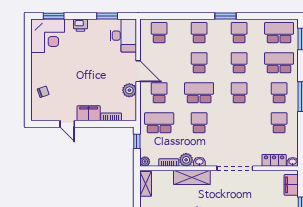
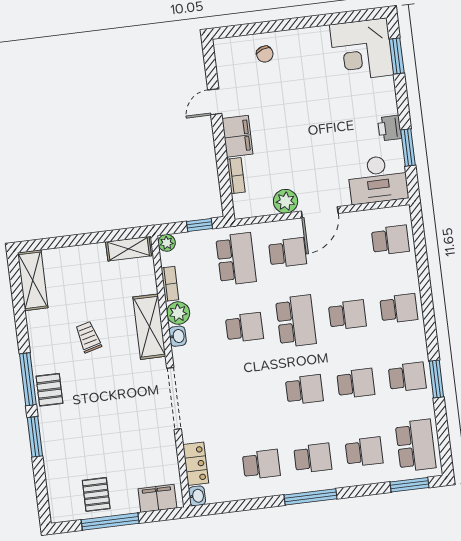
window: (226, 16) -> (436, 379), moved
printer: (80, 25) -> (389, 128), moved
school desk: (279, 63) -> (364, 452), width x0.54

